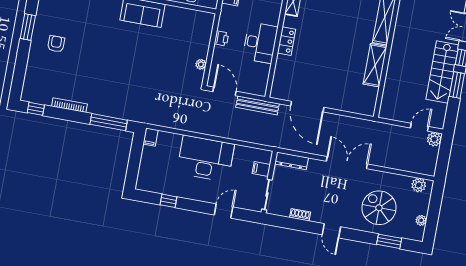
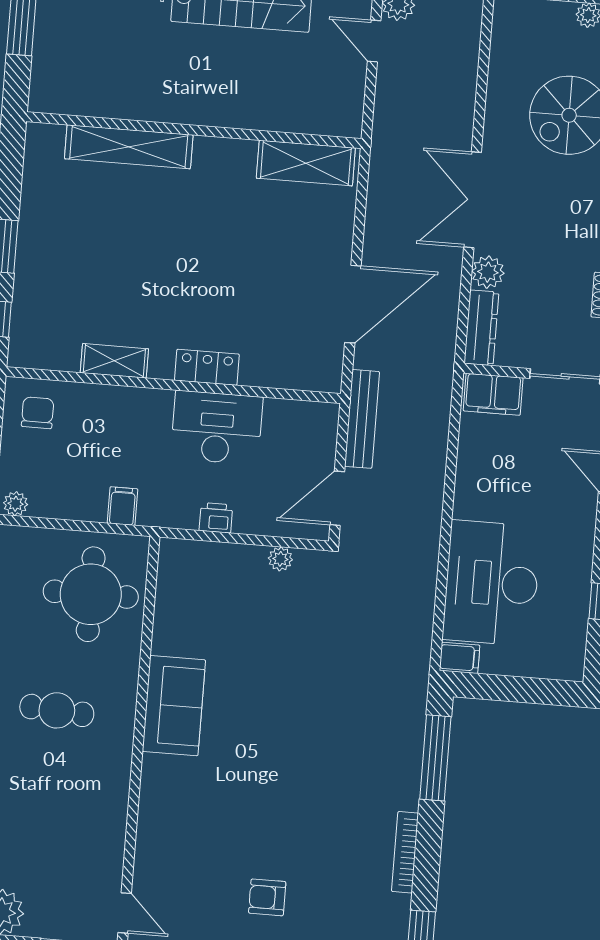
shelving: (375, 65) -> (306, 163), moved
desk: (206, 158) -> (492, 583), moved
filing cabinet: (261, 169) -> (493, 394), width x2.00
plant: (419, 185) -> (488, 272), moved

